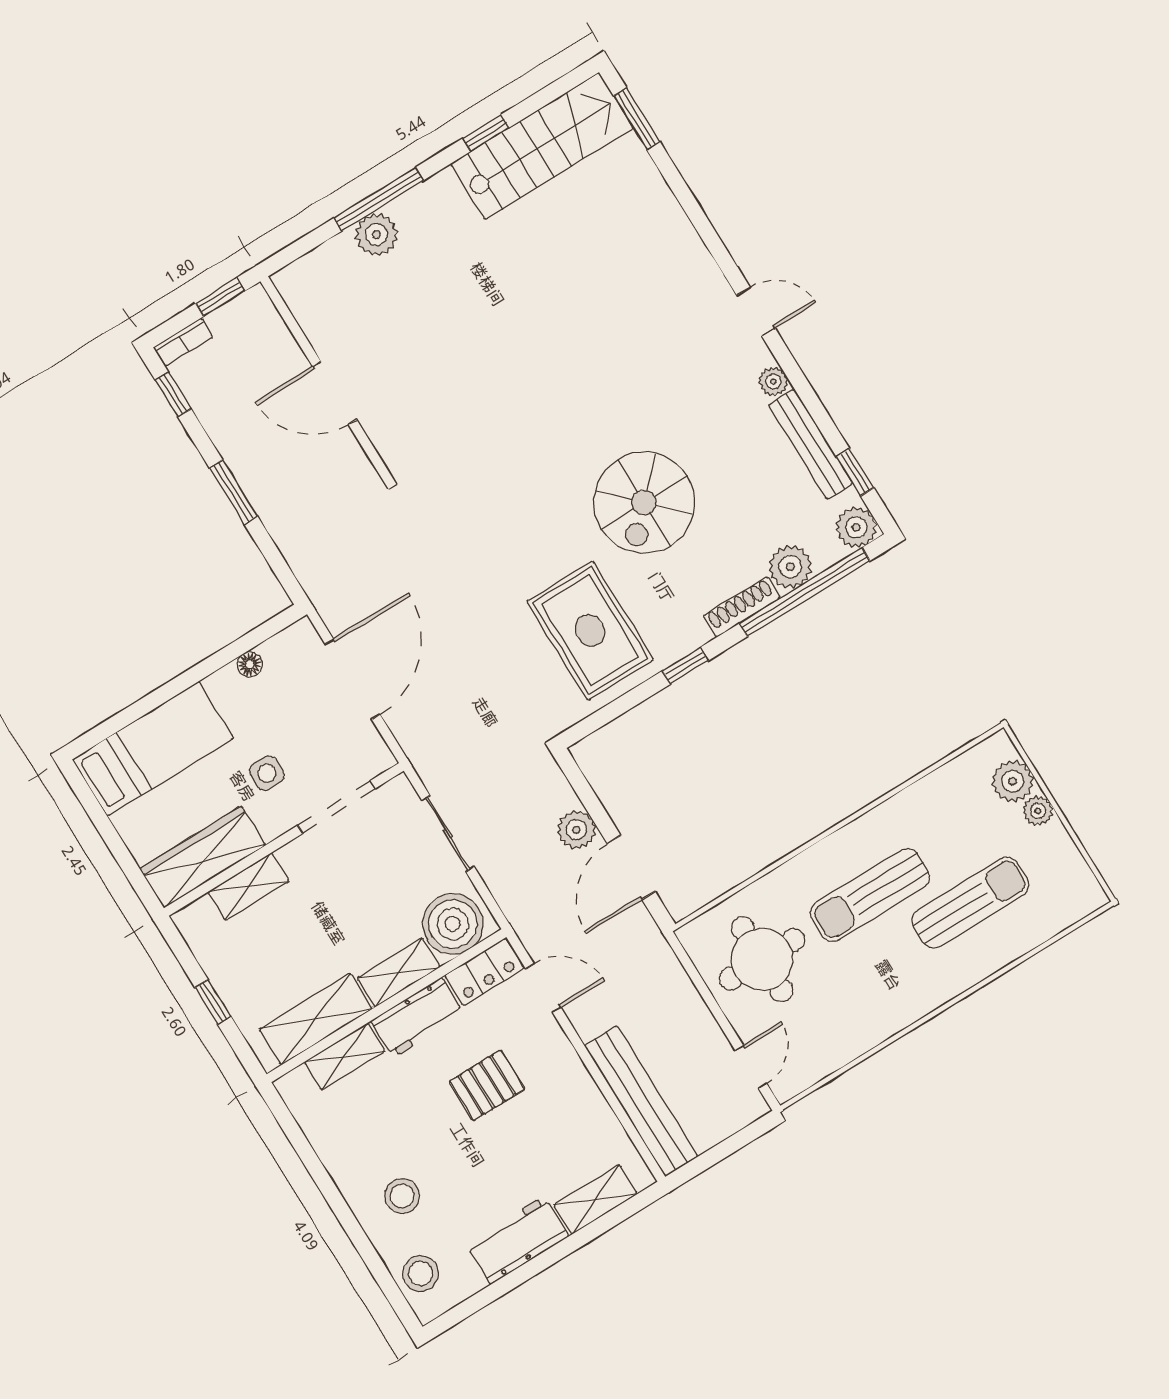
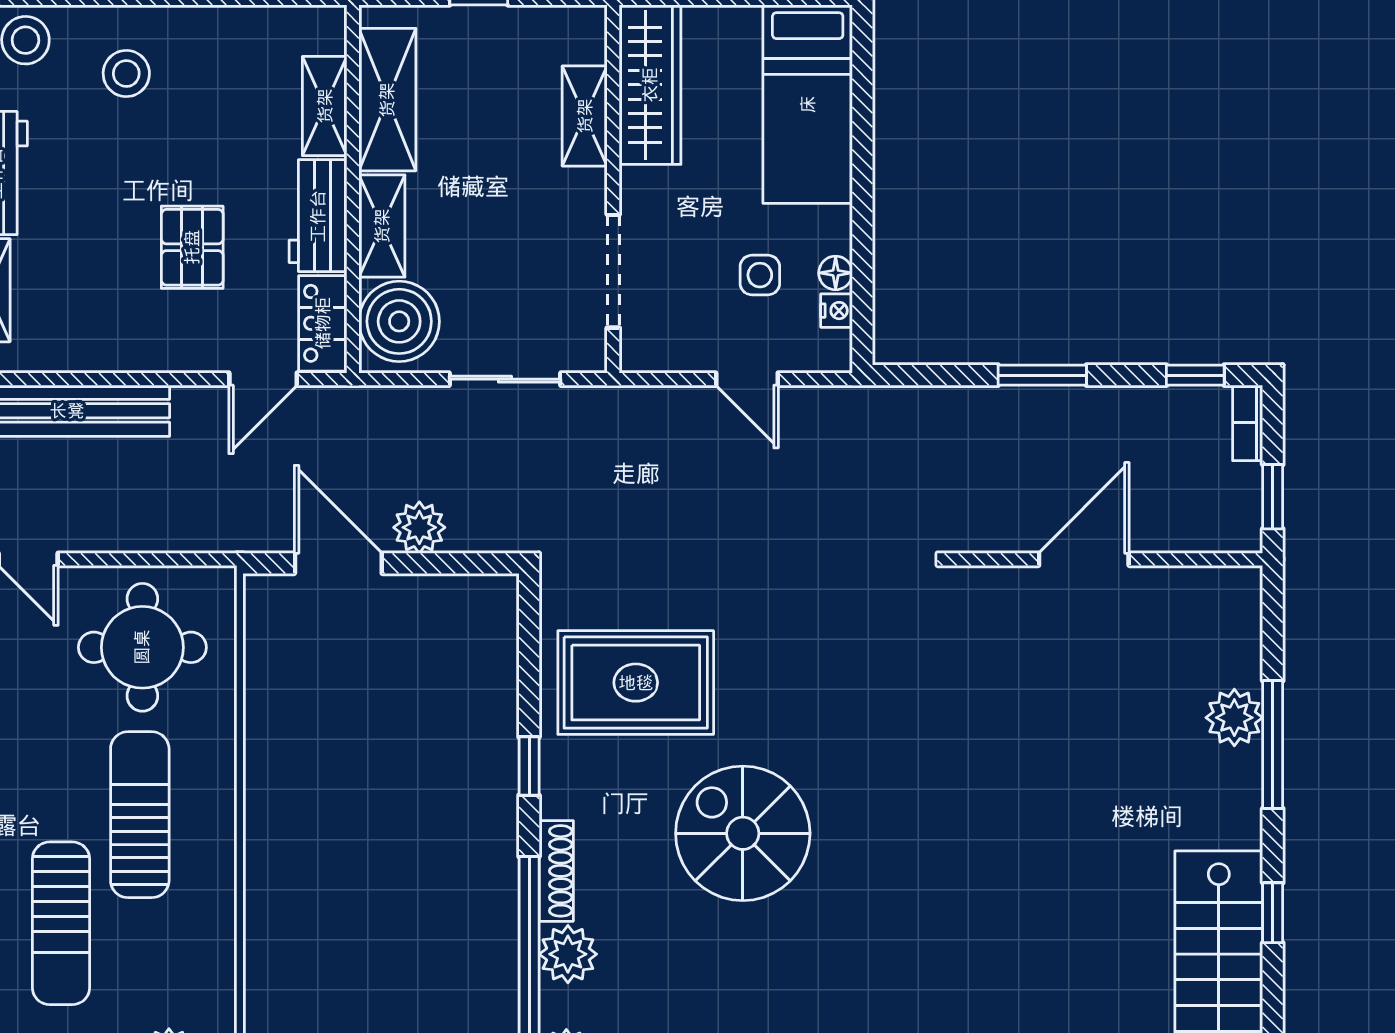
nightstand: (273, 649) -> (837, 311), added
door: (352, 679) -> (747, 379), width x0.53
side table: (267, 773) -> (760, 275), moved

